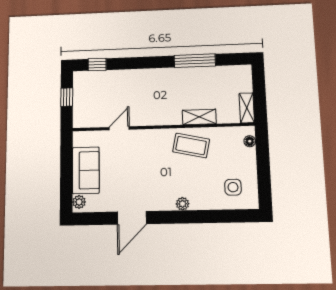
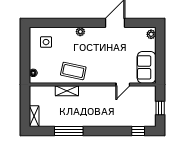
shelving: (247, 108) -> (34, 116), moved
sofa: (86, 170) -> (147, 67), moved

